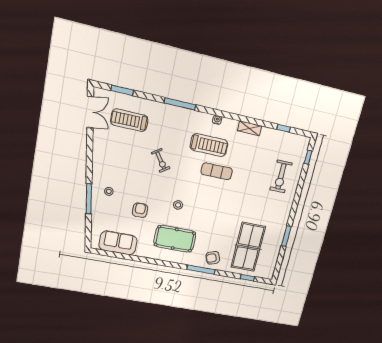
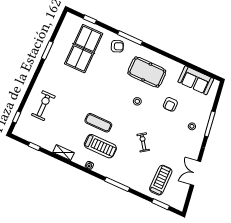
double door: (90, 112) -> (196, 173), moved
treadmill: (129, 120) -> (161, 180), turned -90
treadmill: (209, 145) -> (100, 146), turned 180

